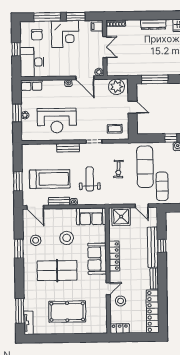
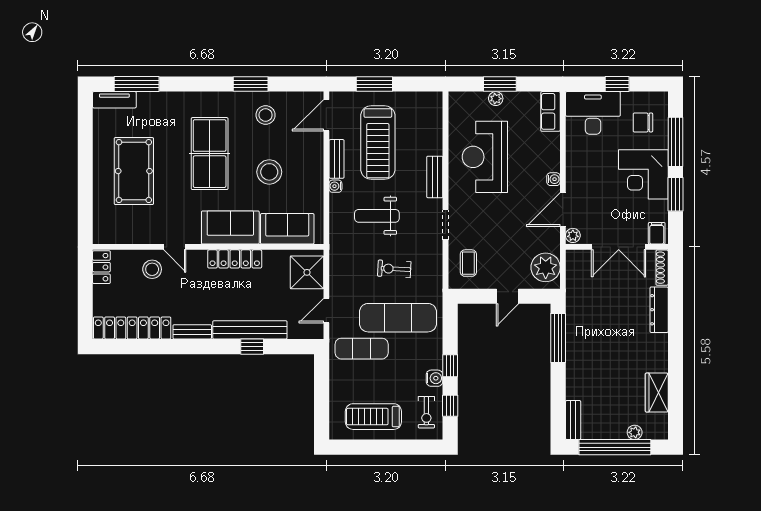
dresser: (153, 24) -> (659, 310), moved
double door: (105, 47) -> (619, 247), width x1.37
weight bench: (90, 179) -> (377, 216), turned 180
sofa: (91, 216) -> (287, 229), moved, turned 90

